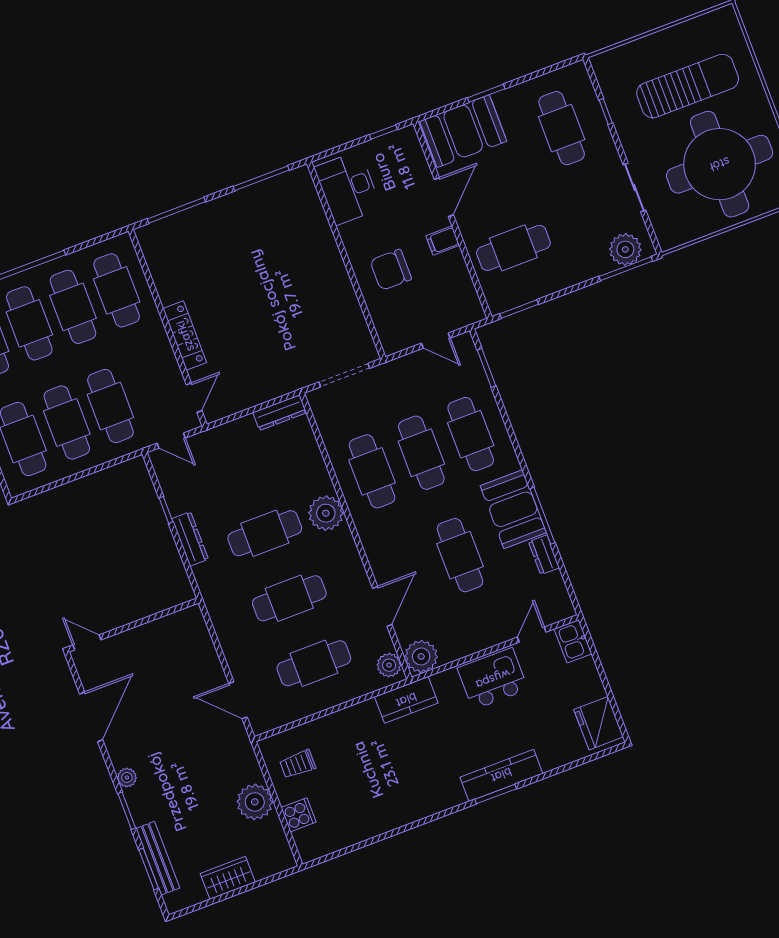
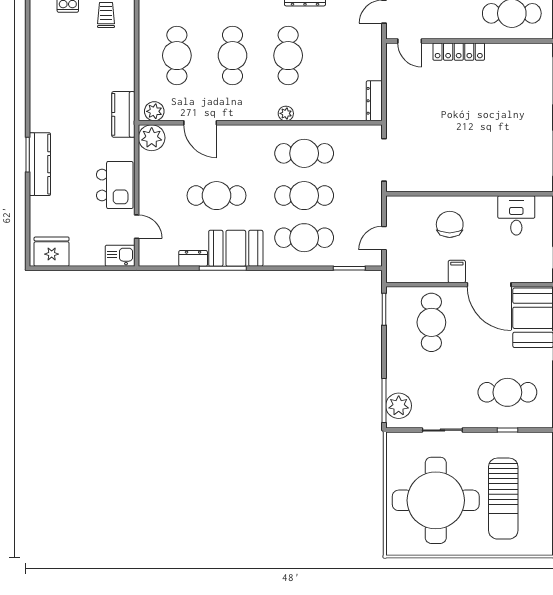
desk: (348, 188) -> (516, 215), width x0.73
door: (444, 197) -> (489, 285), width x1.36
plant: (326, 513) -> (286, 113), width x0.53, depth x0.53

